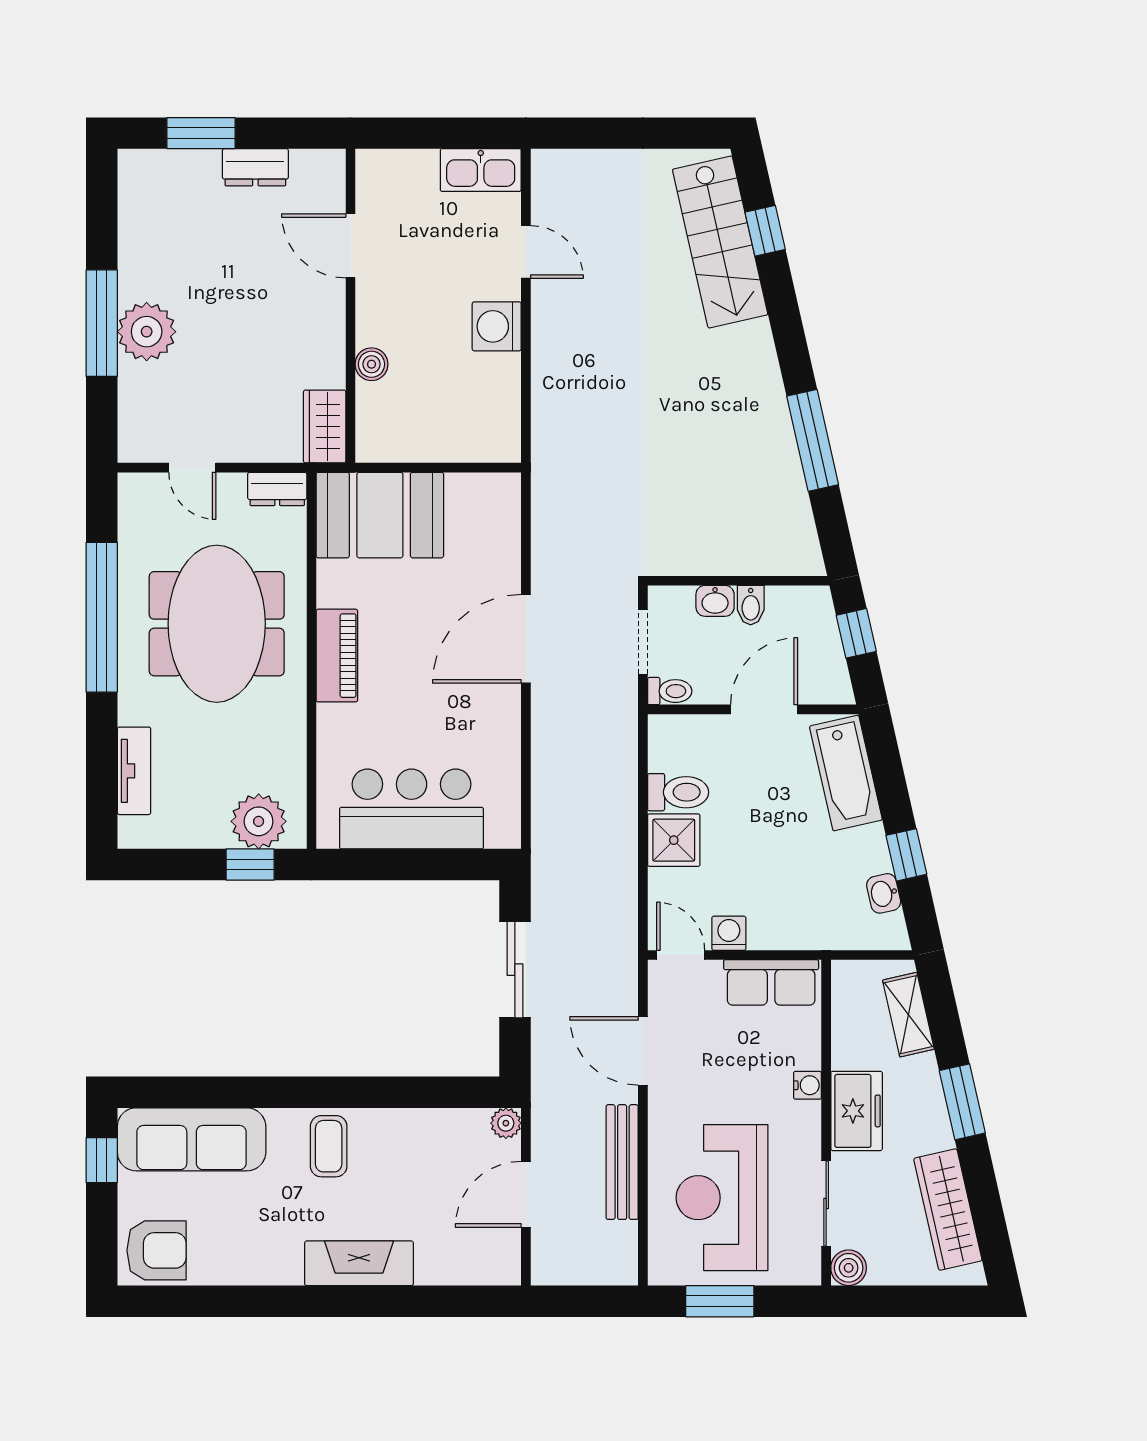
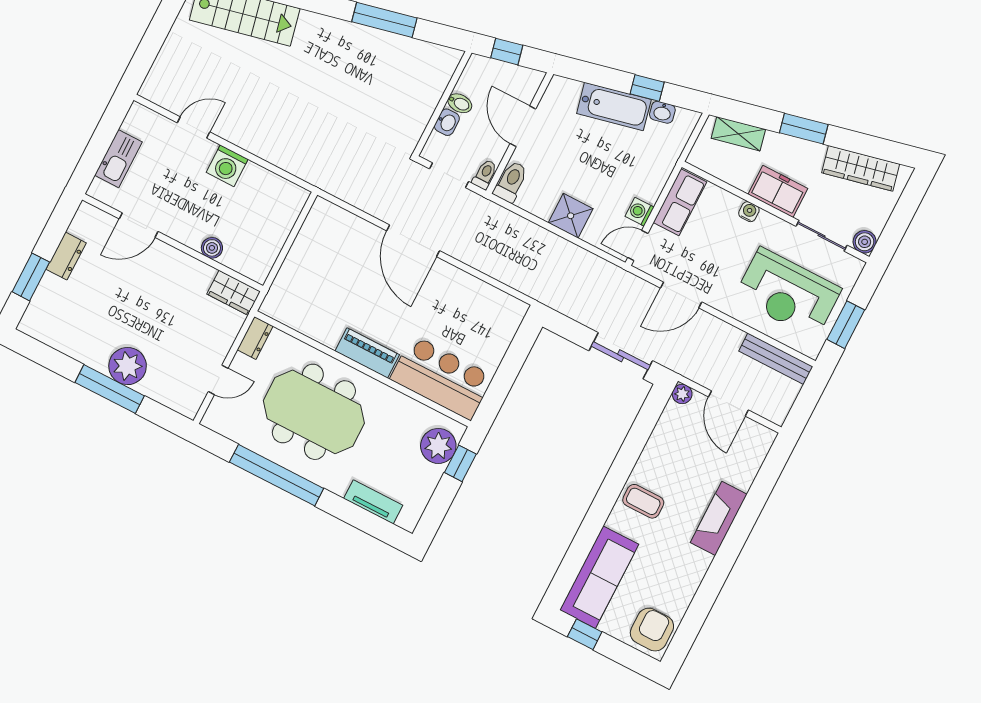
kitchen sink: (481, 170) -> (118, 159), moved
booth: (380, 515) -> (300, 287), removed
bathtub: (846, 773) -> (614, 106), moved
toilet: (678, 792) -> (511, 182), moved
bar counter: (412, 809) -> (442, 378), moved, turned 90
sliding door: (515, 970) -> (621, 356), moved
bench: (622, 1162) -> (776, 359), moved

